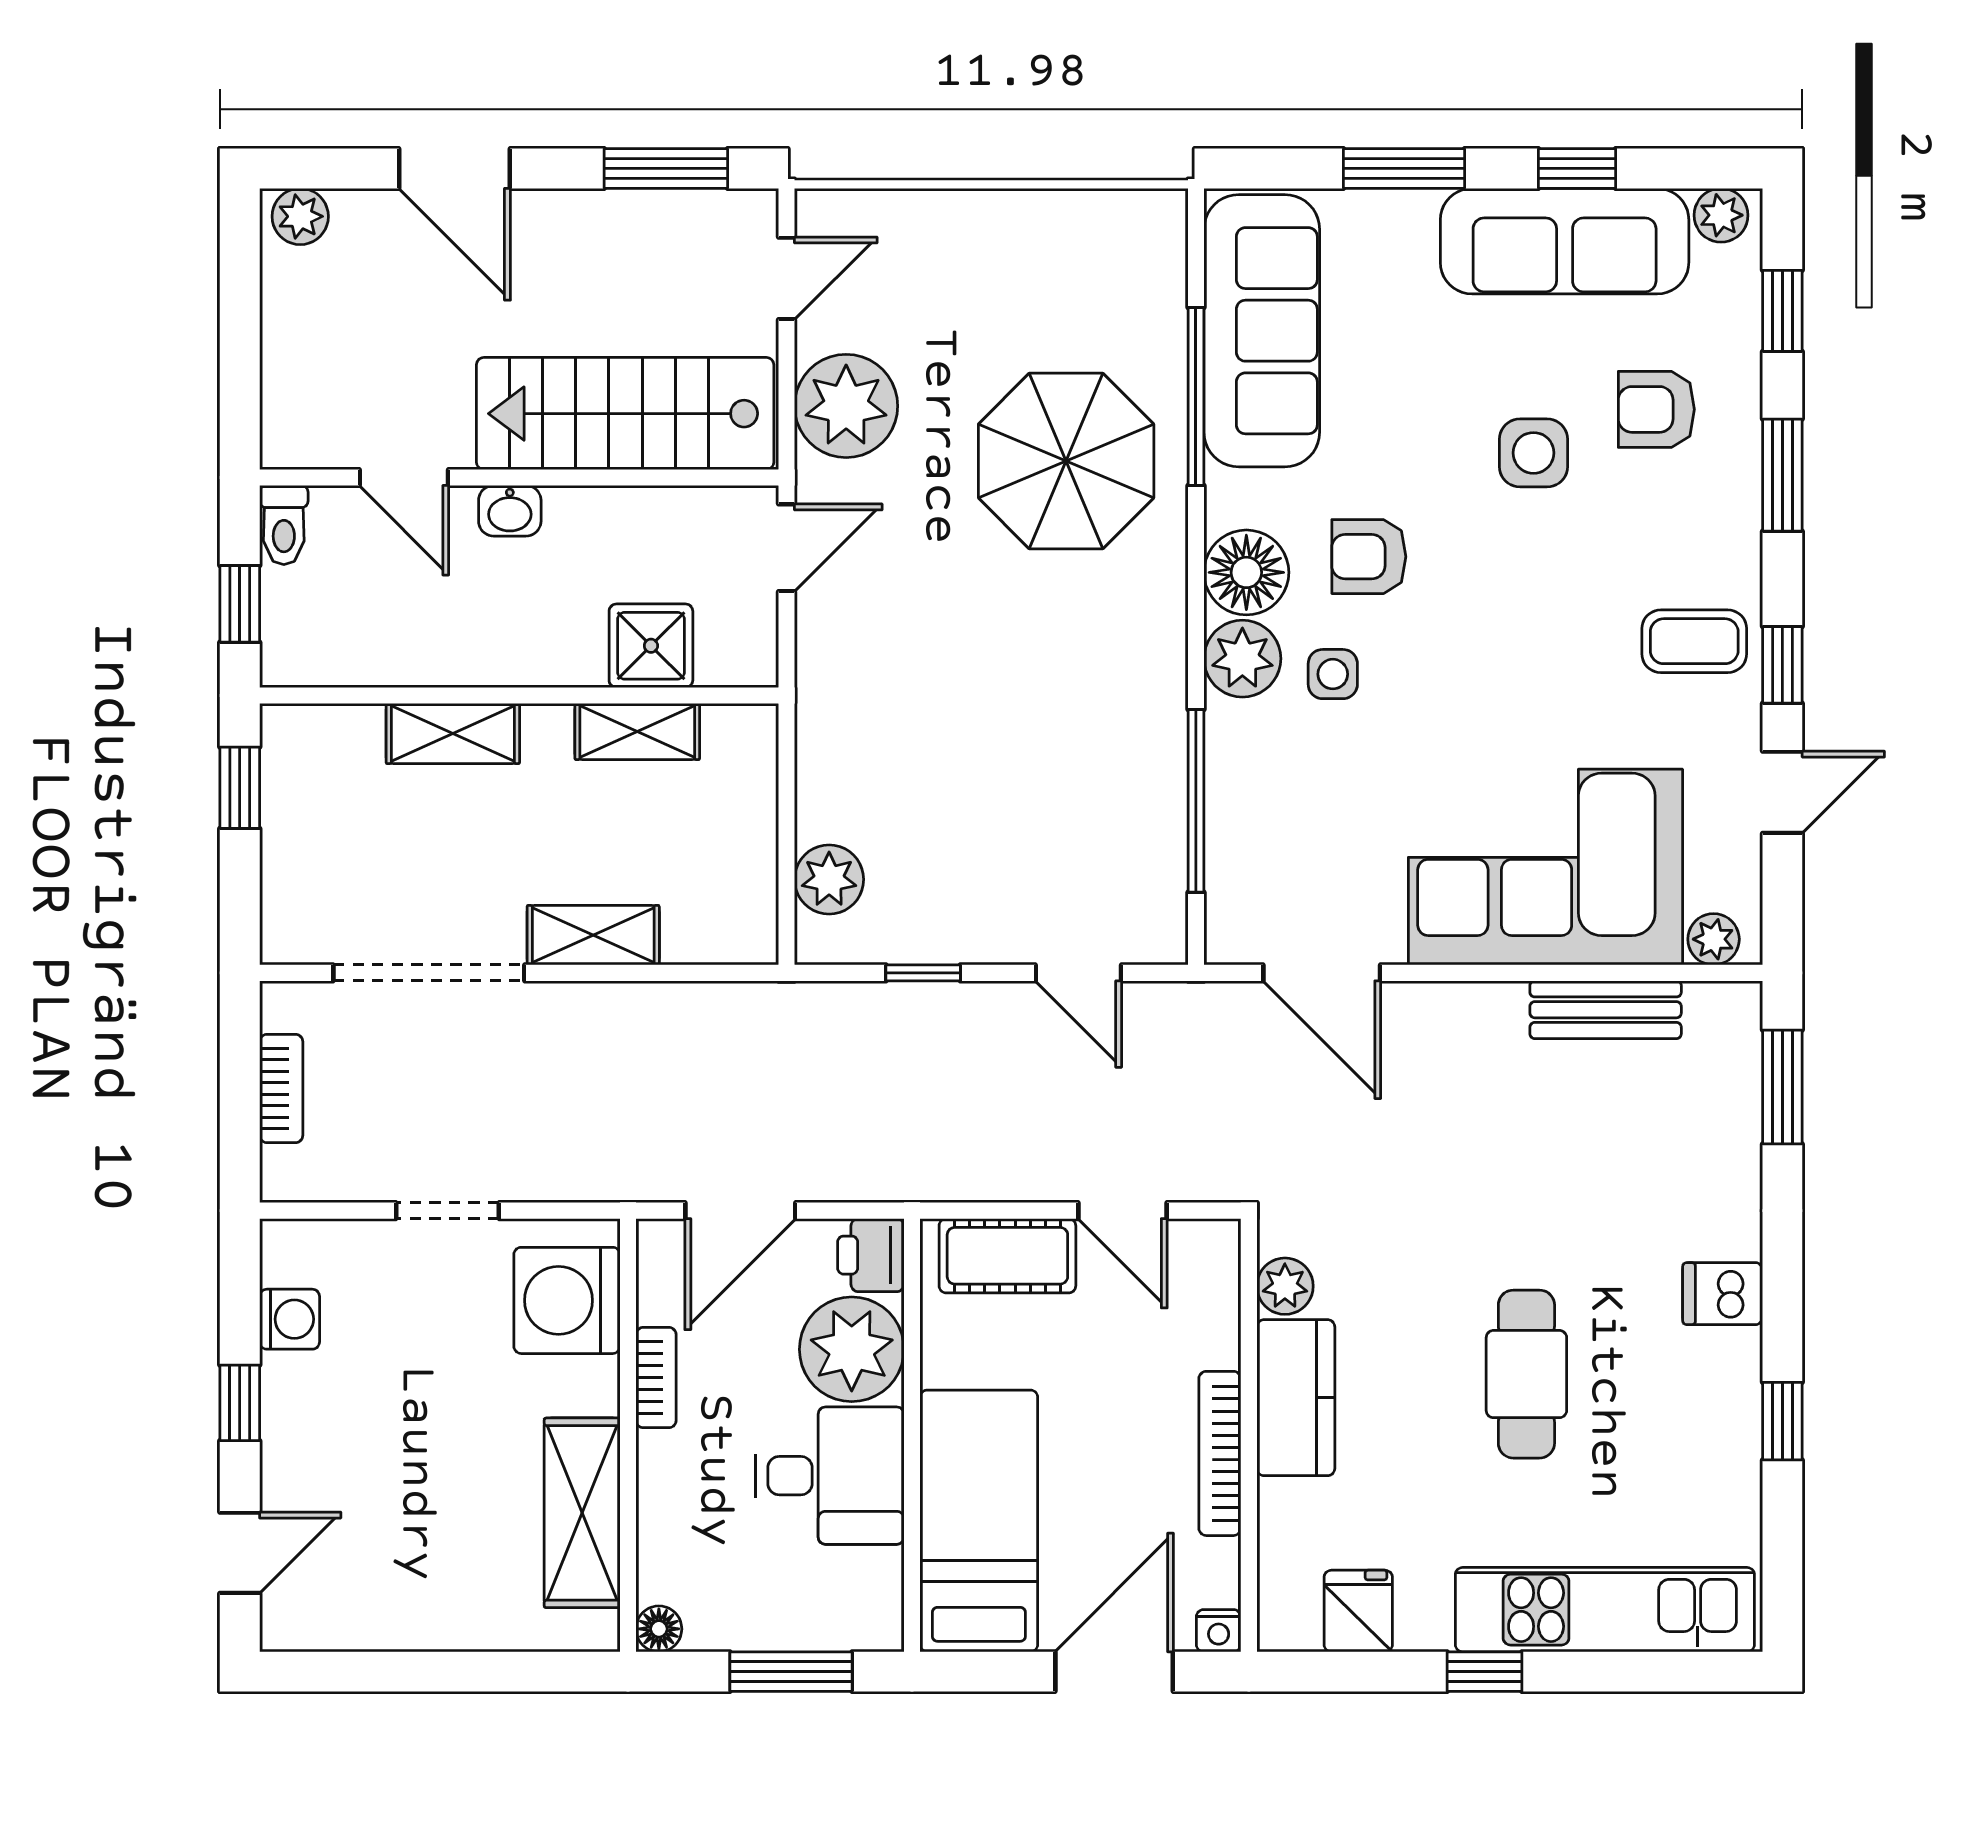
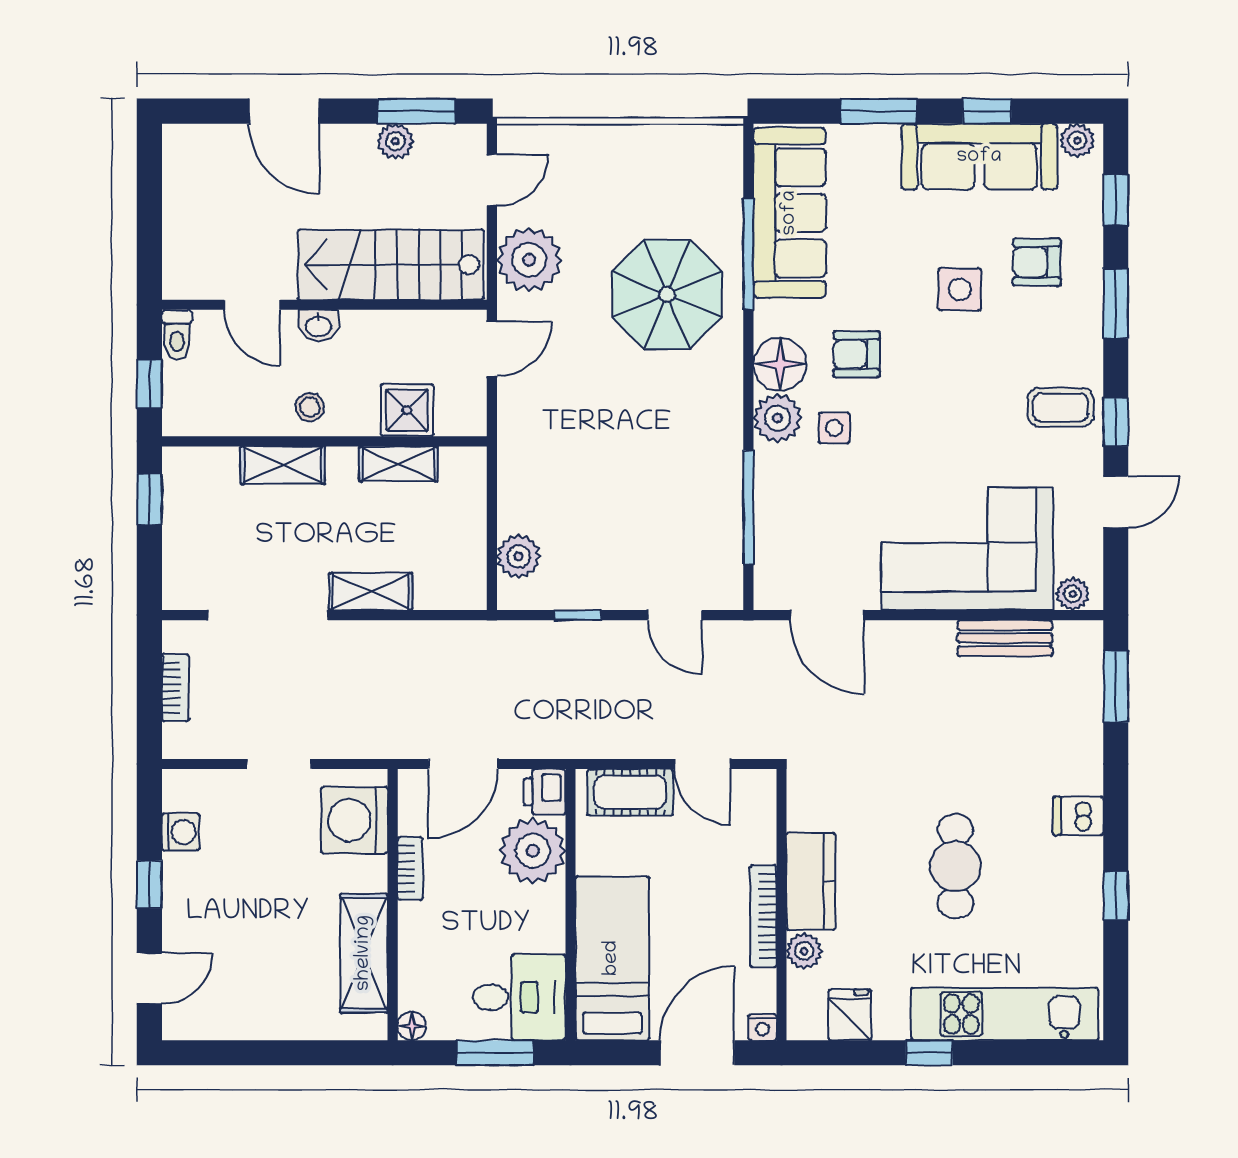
plant: (300, 216) -> (395, 141), moved
stool: (496, 641) -> (310, 407), added
plant: (1285, 1286) -> (804, 951), moved
desk: (830, 1476) -> (519, 997), moved

